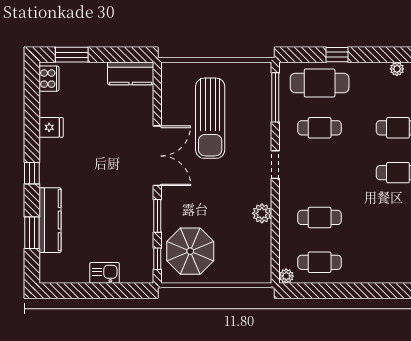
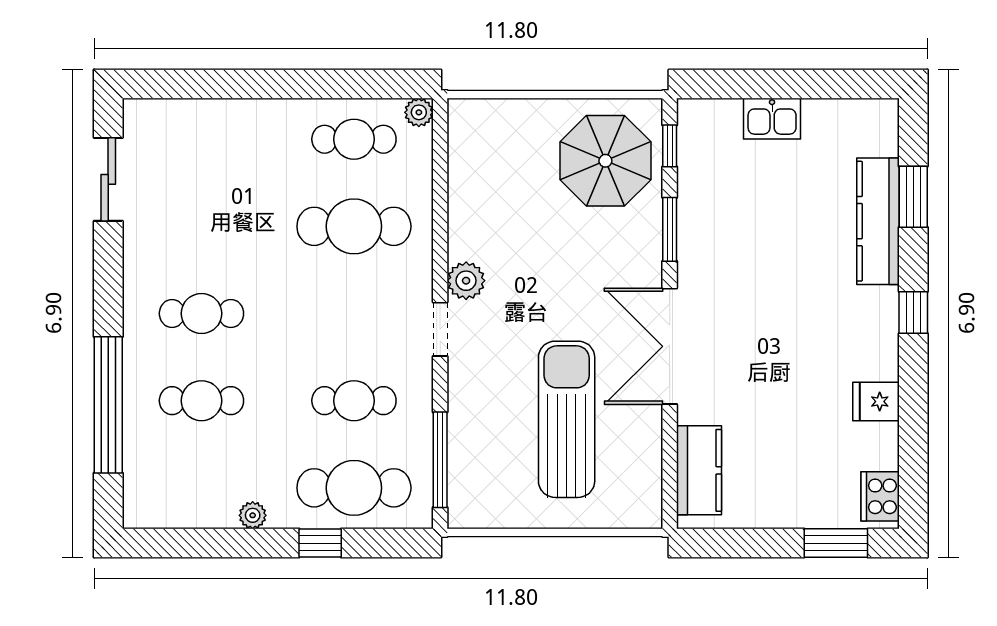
plant: (397, 69) -> (253, 515), moved
kitchen counter: (131, 73) -> (699, 470), moved, turned 90
plant: (262, 213) -> (466, 281), moved
cafe table: (320, 217) -> (354, 226), width x1.37, depth x1.35

